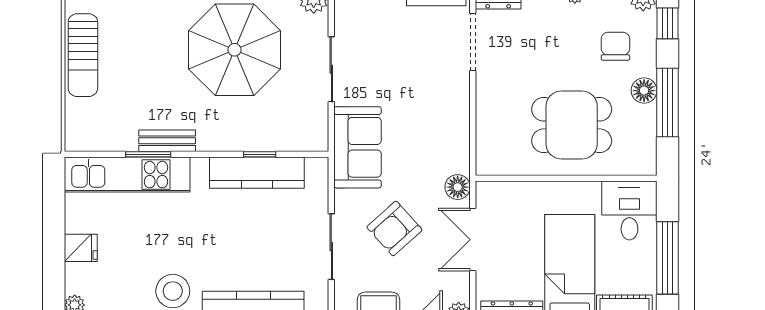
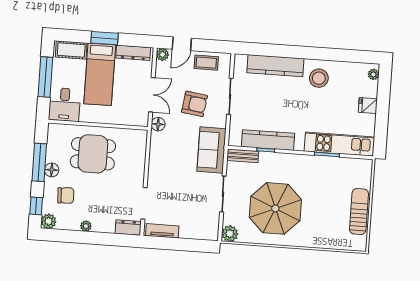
chair: (615, 46) -> (66, 195), turned -93
bench: (167, 141) -> (243, 156), moved
armchair: (394, 228) -> (194, 104), turned 50

